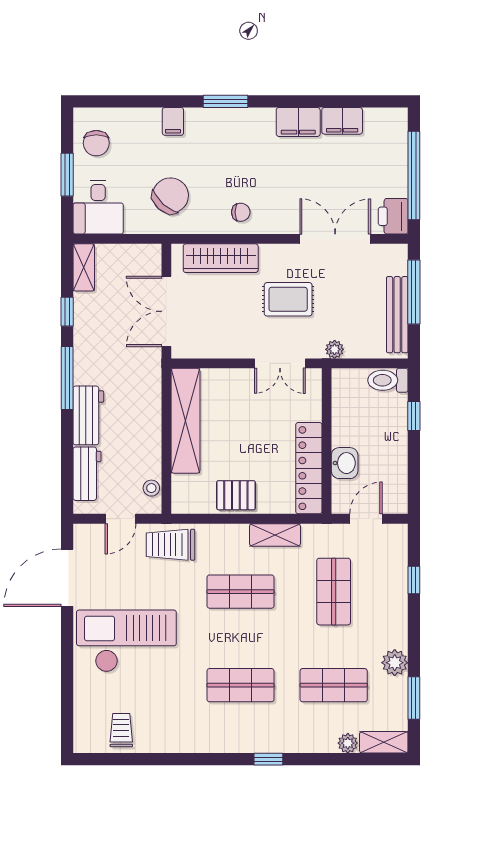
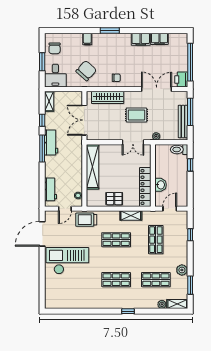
workbench: (88, 415) -> (51, 142), moved
trolley: (121, 730) -> (65, 299), removed

